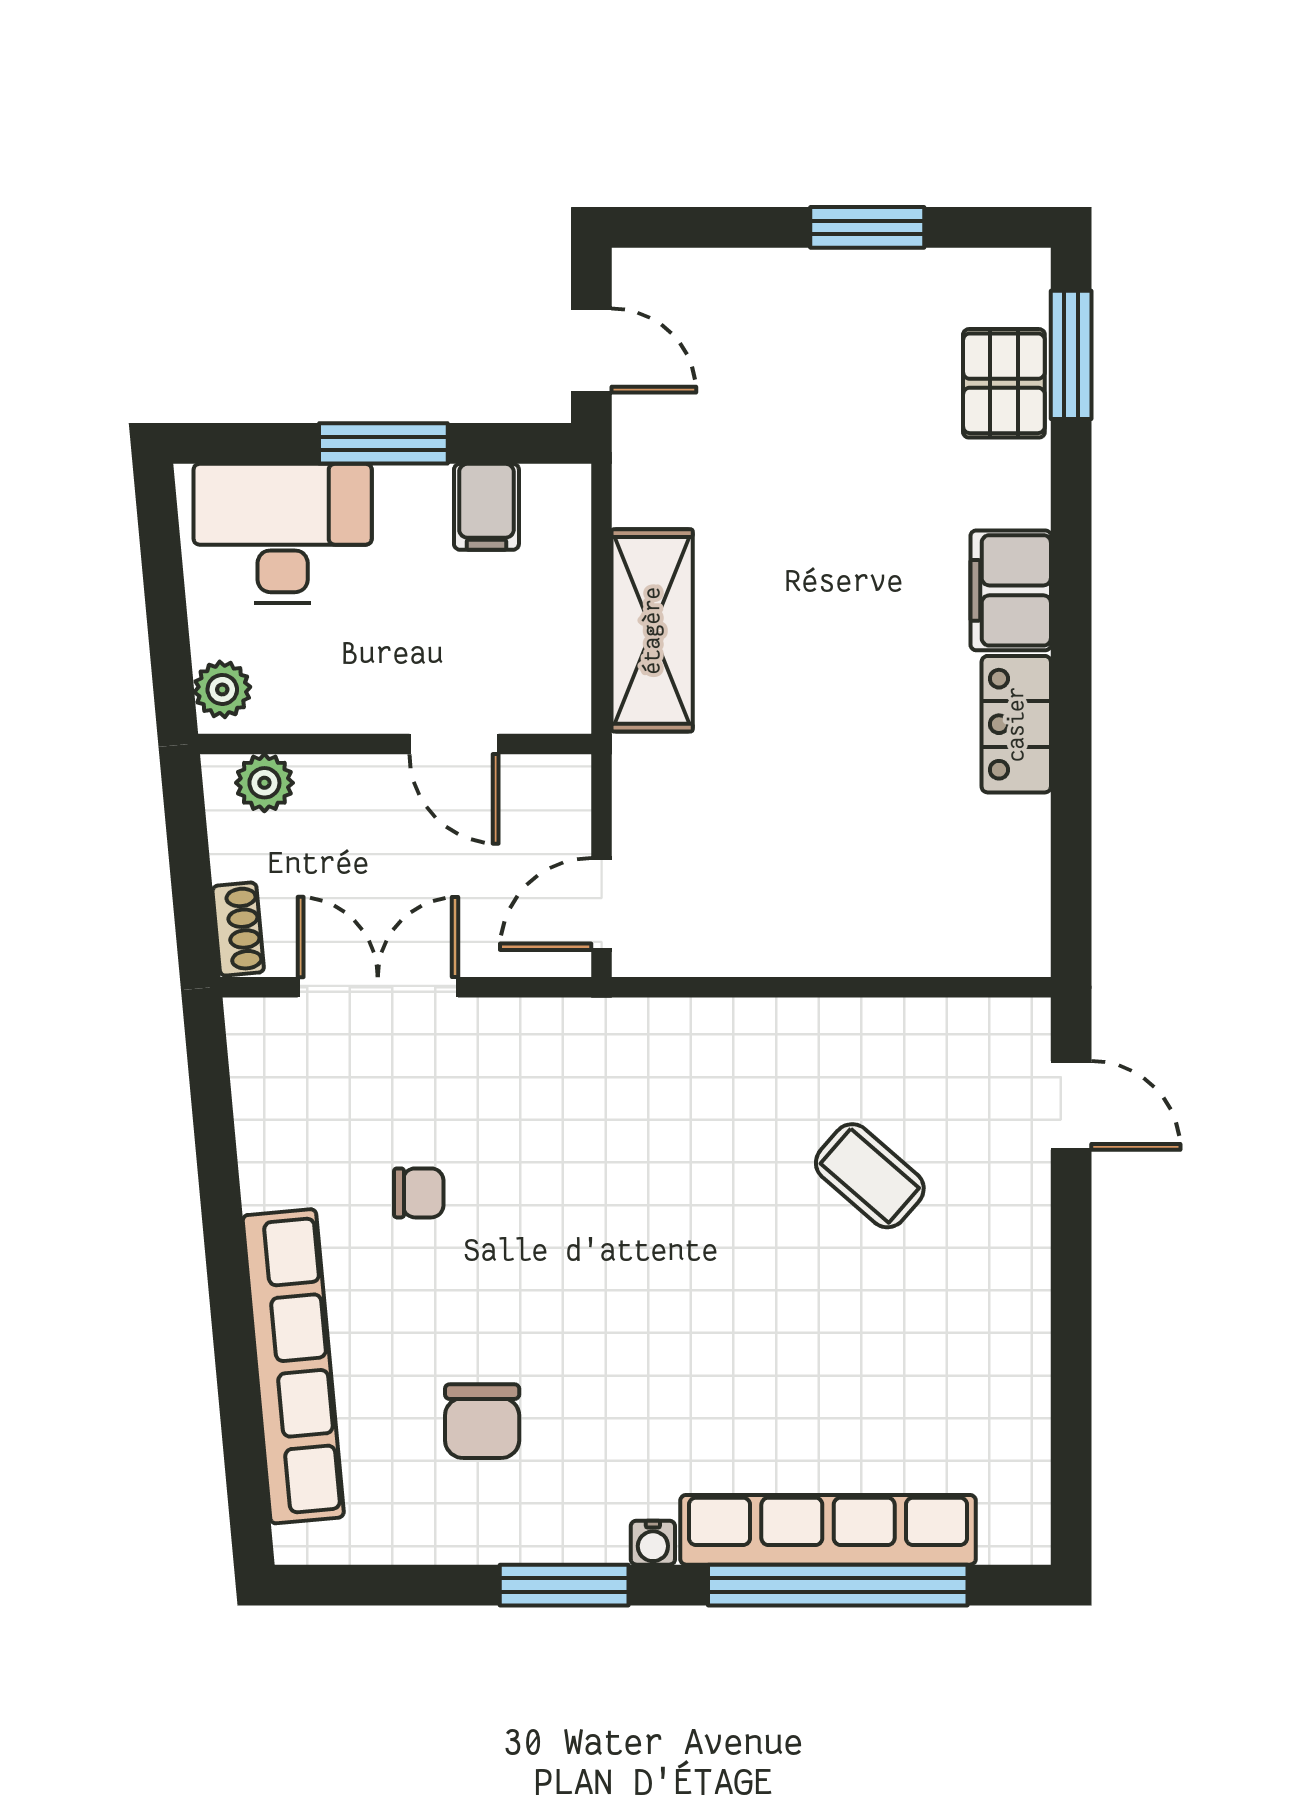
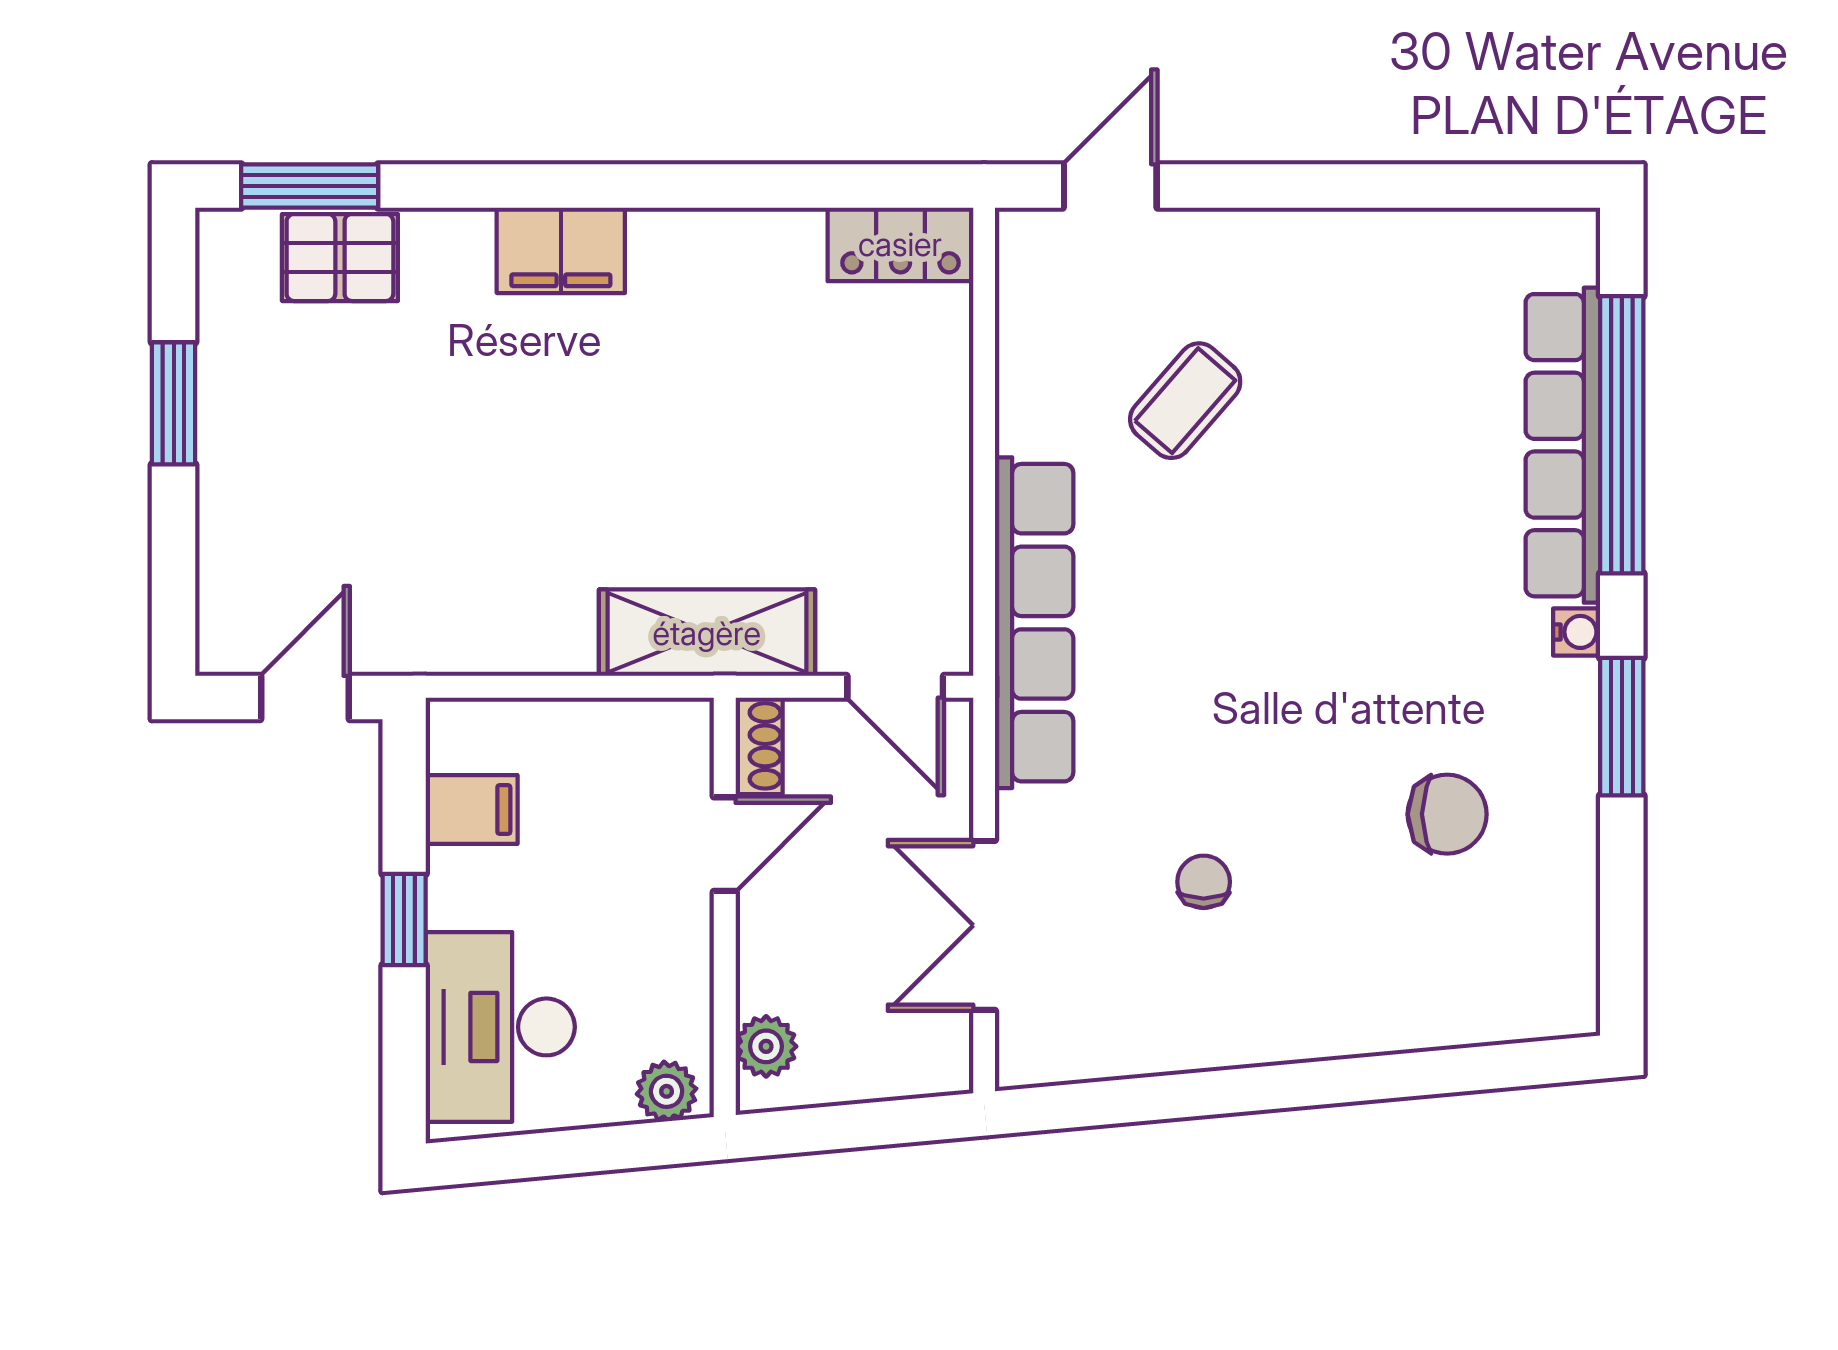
window: (383, 443) -> (404, 919), width x0.67
shelving: (652, 630) -> (707, 633), moved
locker: (1016, 724) -> (900, 244), moved
shoe rack: (238, 929) -> (759, 746), moved, turned 95
row of seats: (293, 1366) -> (1034, 623), moved, turned 95

